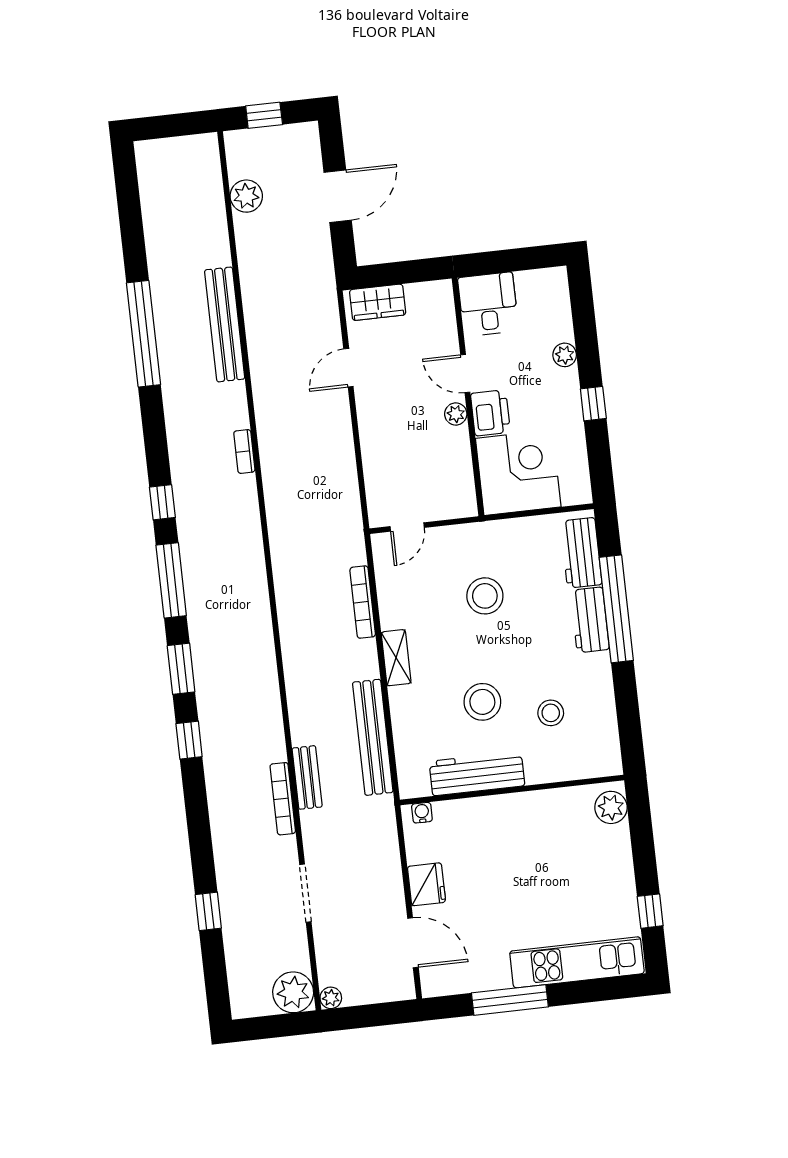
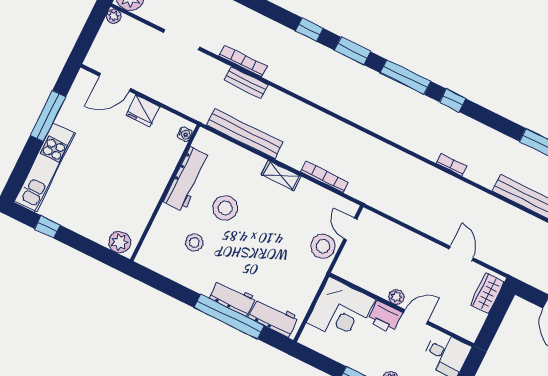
stool: (485, 596) -> (323, 246), moved

